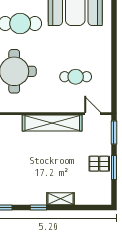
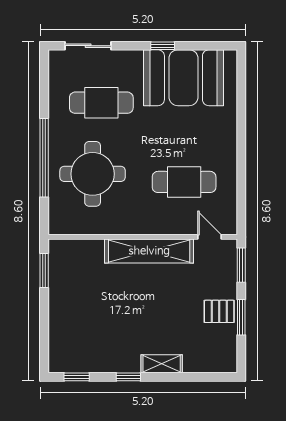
cafe table: (76, 77) -> (184, 182), width x1.37, depth x1.35

